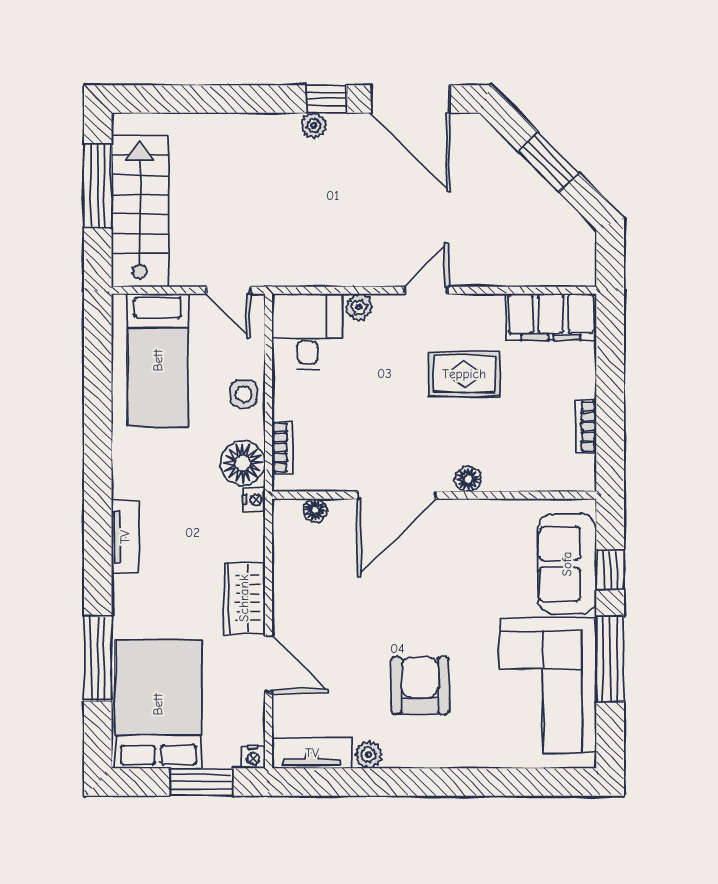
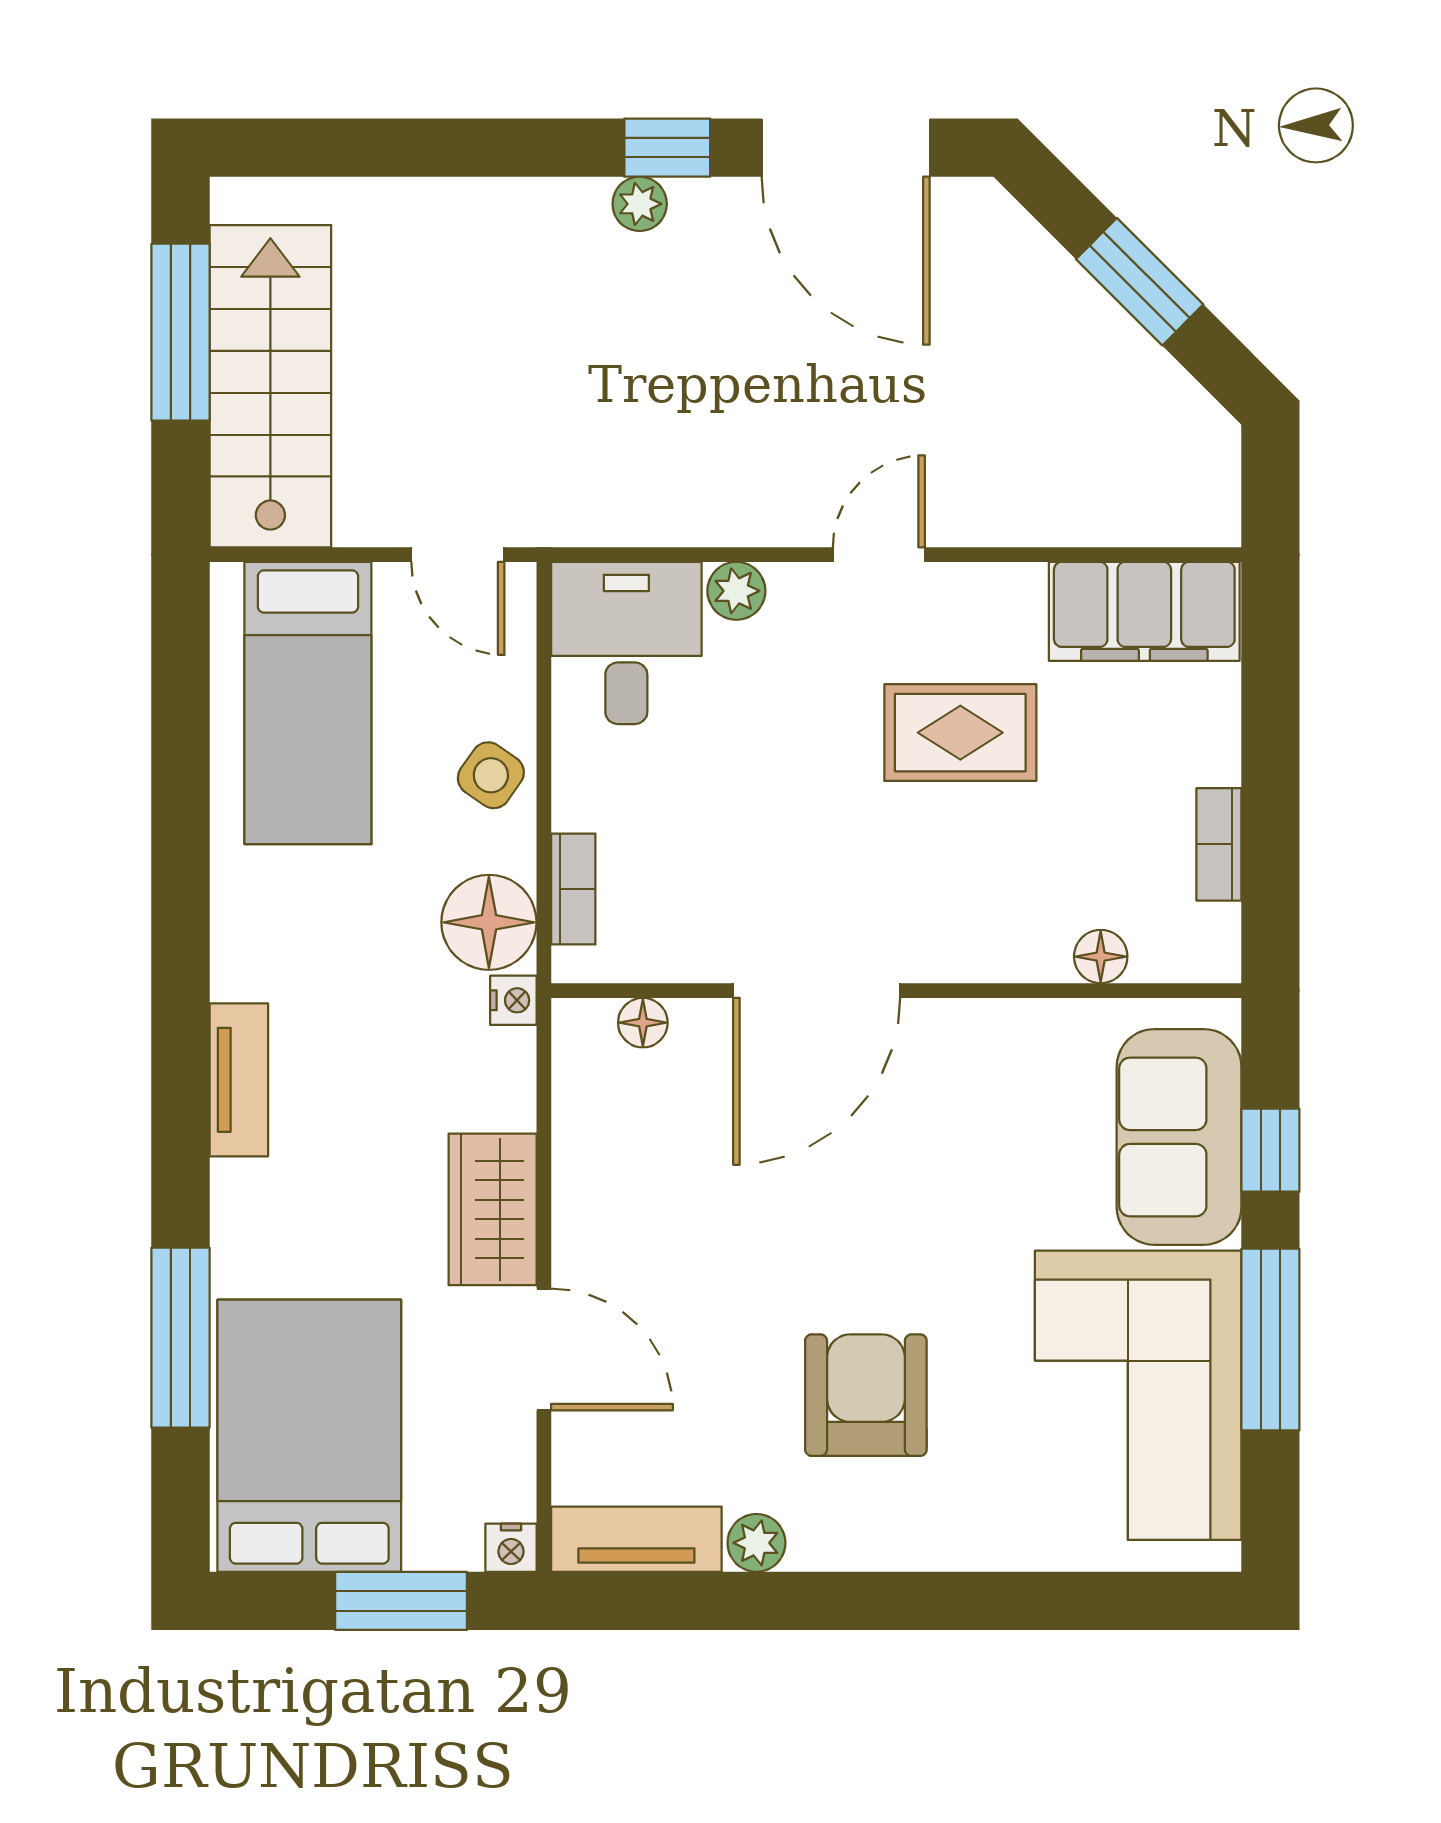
side table: (244, 394) -> (491, 775), turned 35
floor lamp: (468, 479) -> (1101, 957), moved

